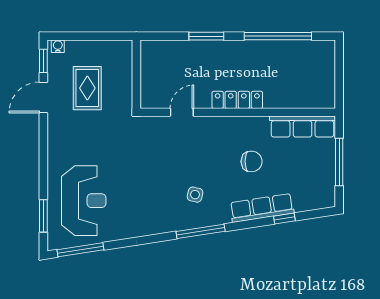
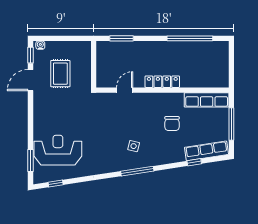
window: (206, 36) -> (122, 38), moved
chair: (252, 161) -> (172, 124), turned 90
reception desk: (84, 201) -> (58, 150), turned -90
row of seats: (262, 208) -> (207, 151), moved
window: (80, 250) -> (56, 184), width x0.46

